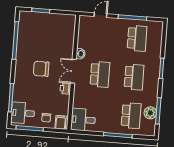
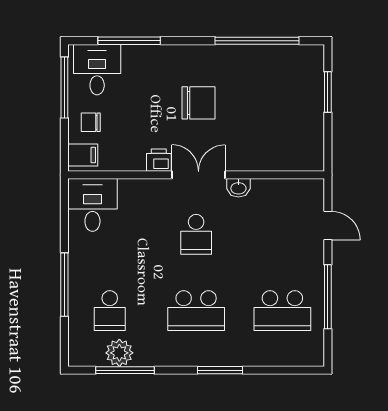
chair: (41, 69) -> (198, 103), turned 90
school desk: (100, 74) -> (196, 234), width x0.54
school desk: (131, 116) -> (110, 311), width x0.54

